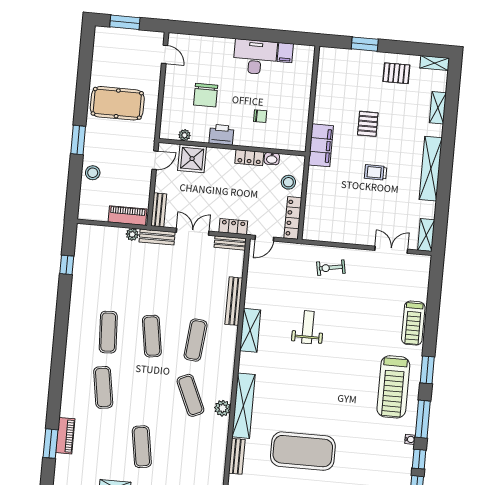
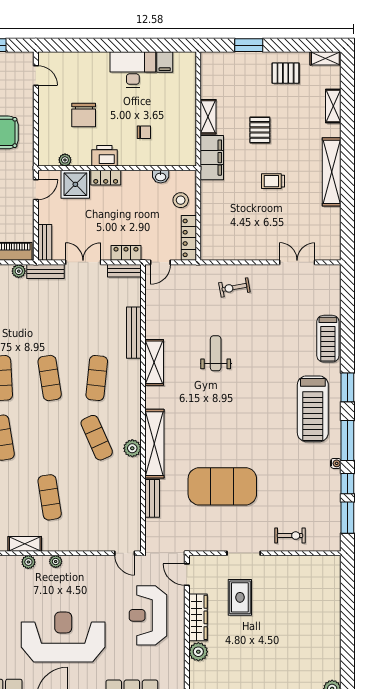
locker: (249, 158) -> (106, 178), moved
shelving: (426, 235) -> (208, 117), moved

